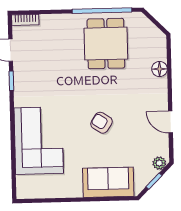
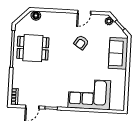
floor lamp: (160, 69) -> (36, 16), moved
armchair: (101, 123) -> (81, 42), moved

